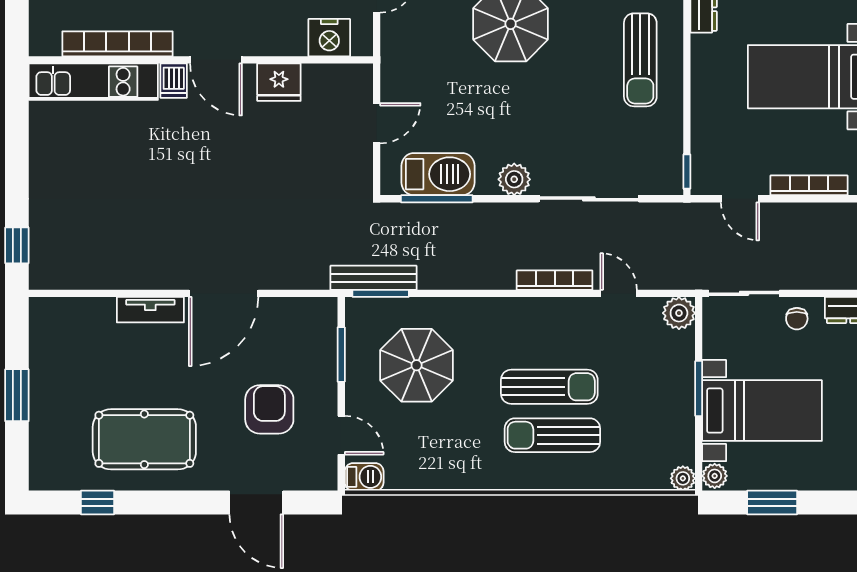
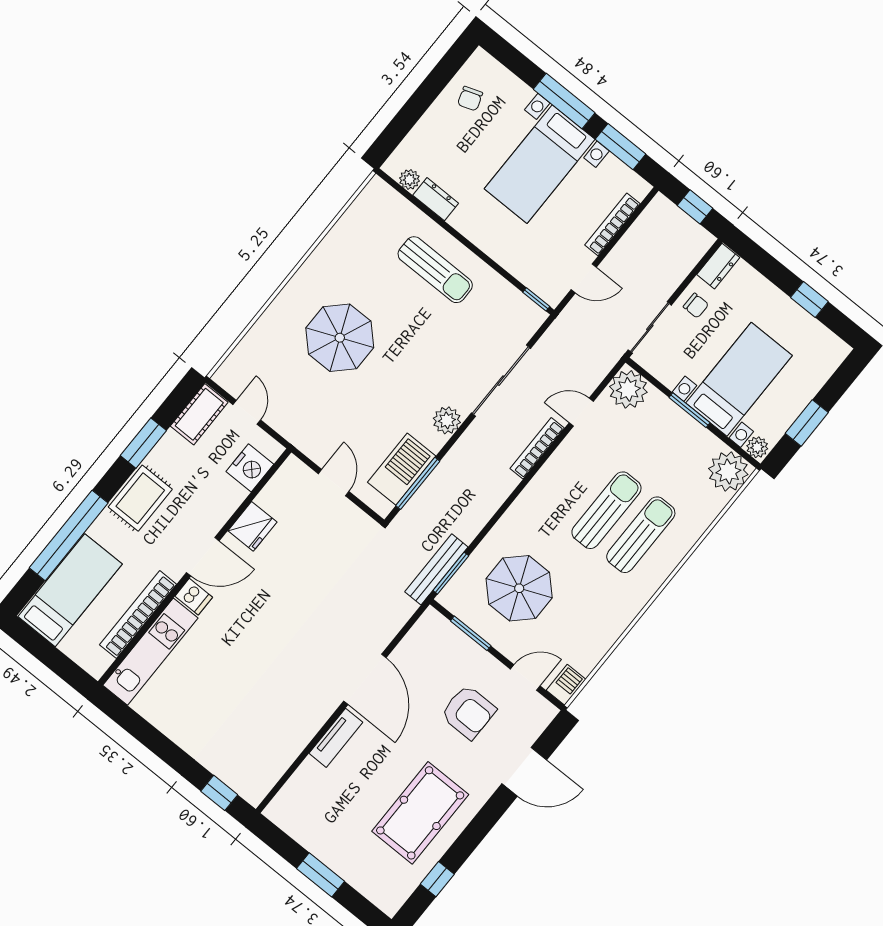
plant: (679, 313) -> (628, 389), width x1.36, depth x1.36
armchair: (269, 409) -> (468, 712), turned 180
sun lounger: (552, 435) -> (641, 535), turned 180
plant: (683, 478) -> (728, 471), width x1.87, depth x1.87

